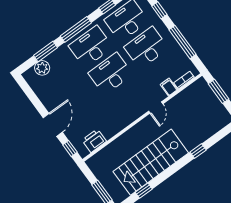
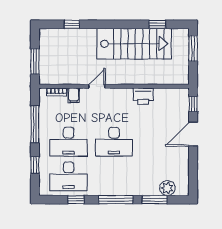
desk: (91, 47) -> (114, 176), removed
printer: (94, 141) -> (143, 96), moved
window: (198, 151) -> (72, 24), moved

